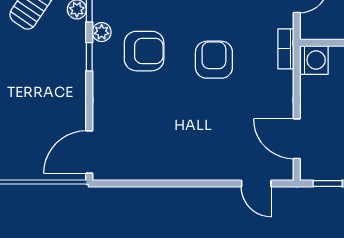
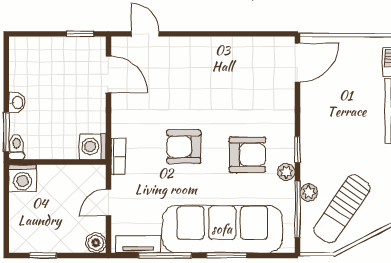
armchair: (144, 51) -> (247, 155), turned 180
armchair: (214, 60) -> (184, 147), turned 90

